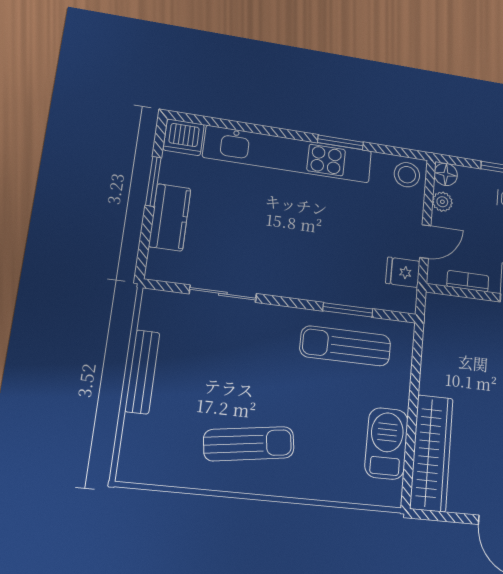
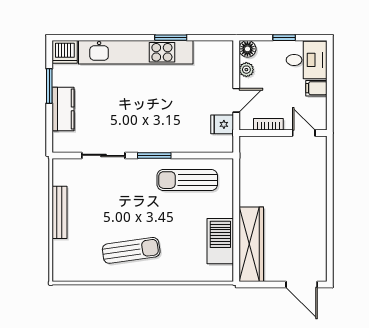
stool: (407, 175) -> (220, 54), removed
window: (348, 310) -> (154, 155), moved

